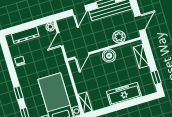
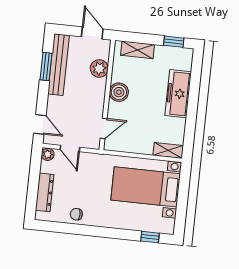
door: (79, 10) -> (40, 124), moved
door: (82, 56) -> (104, 128), hinge flipped
window: (18, 93) -> (118, 234), removed

